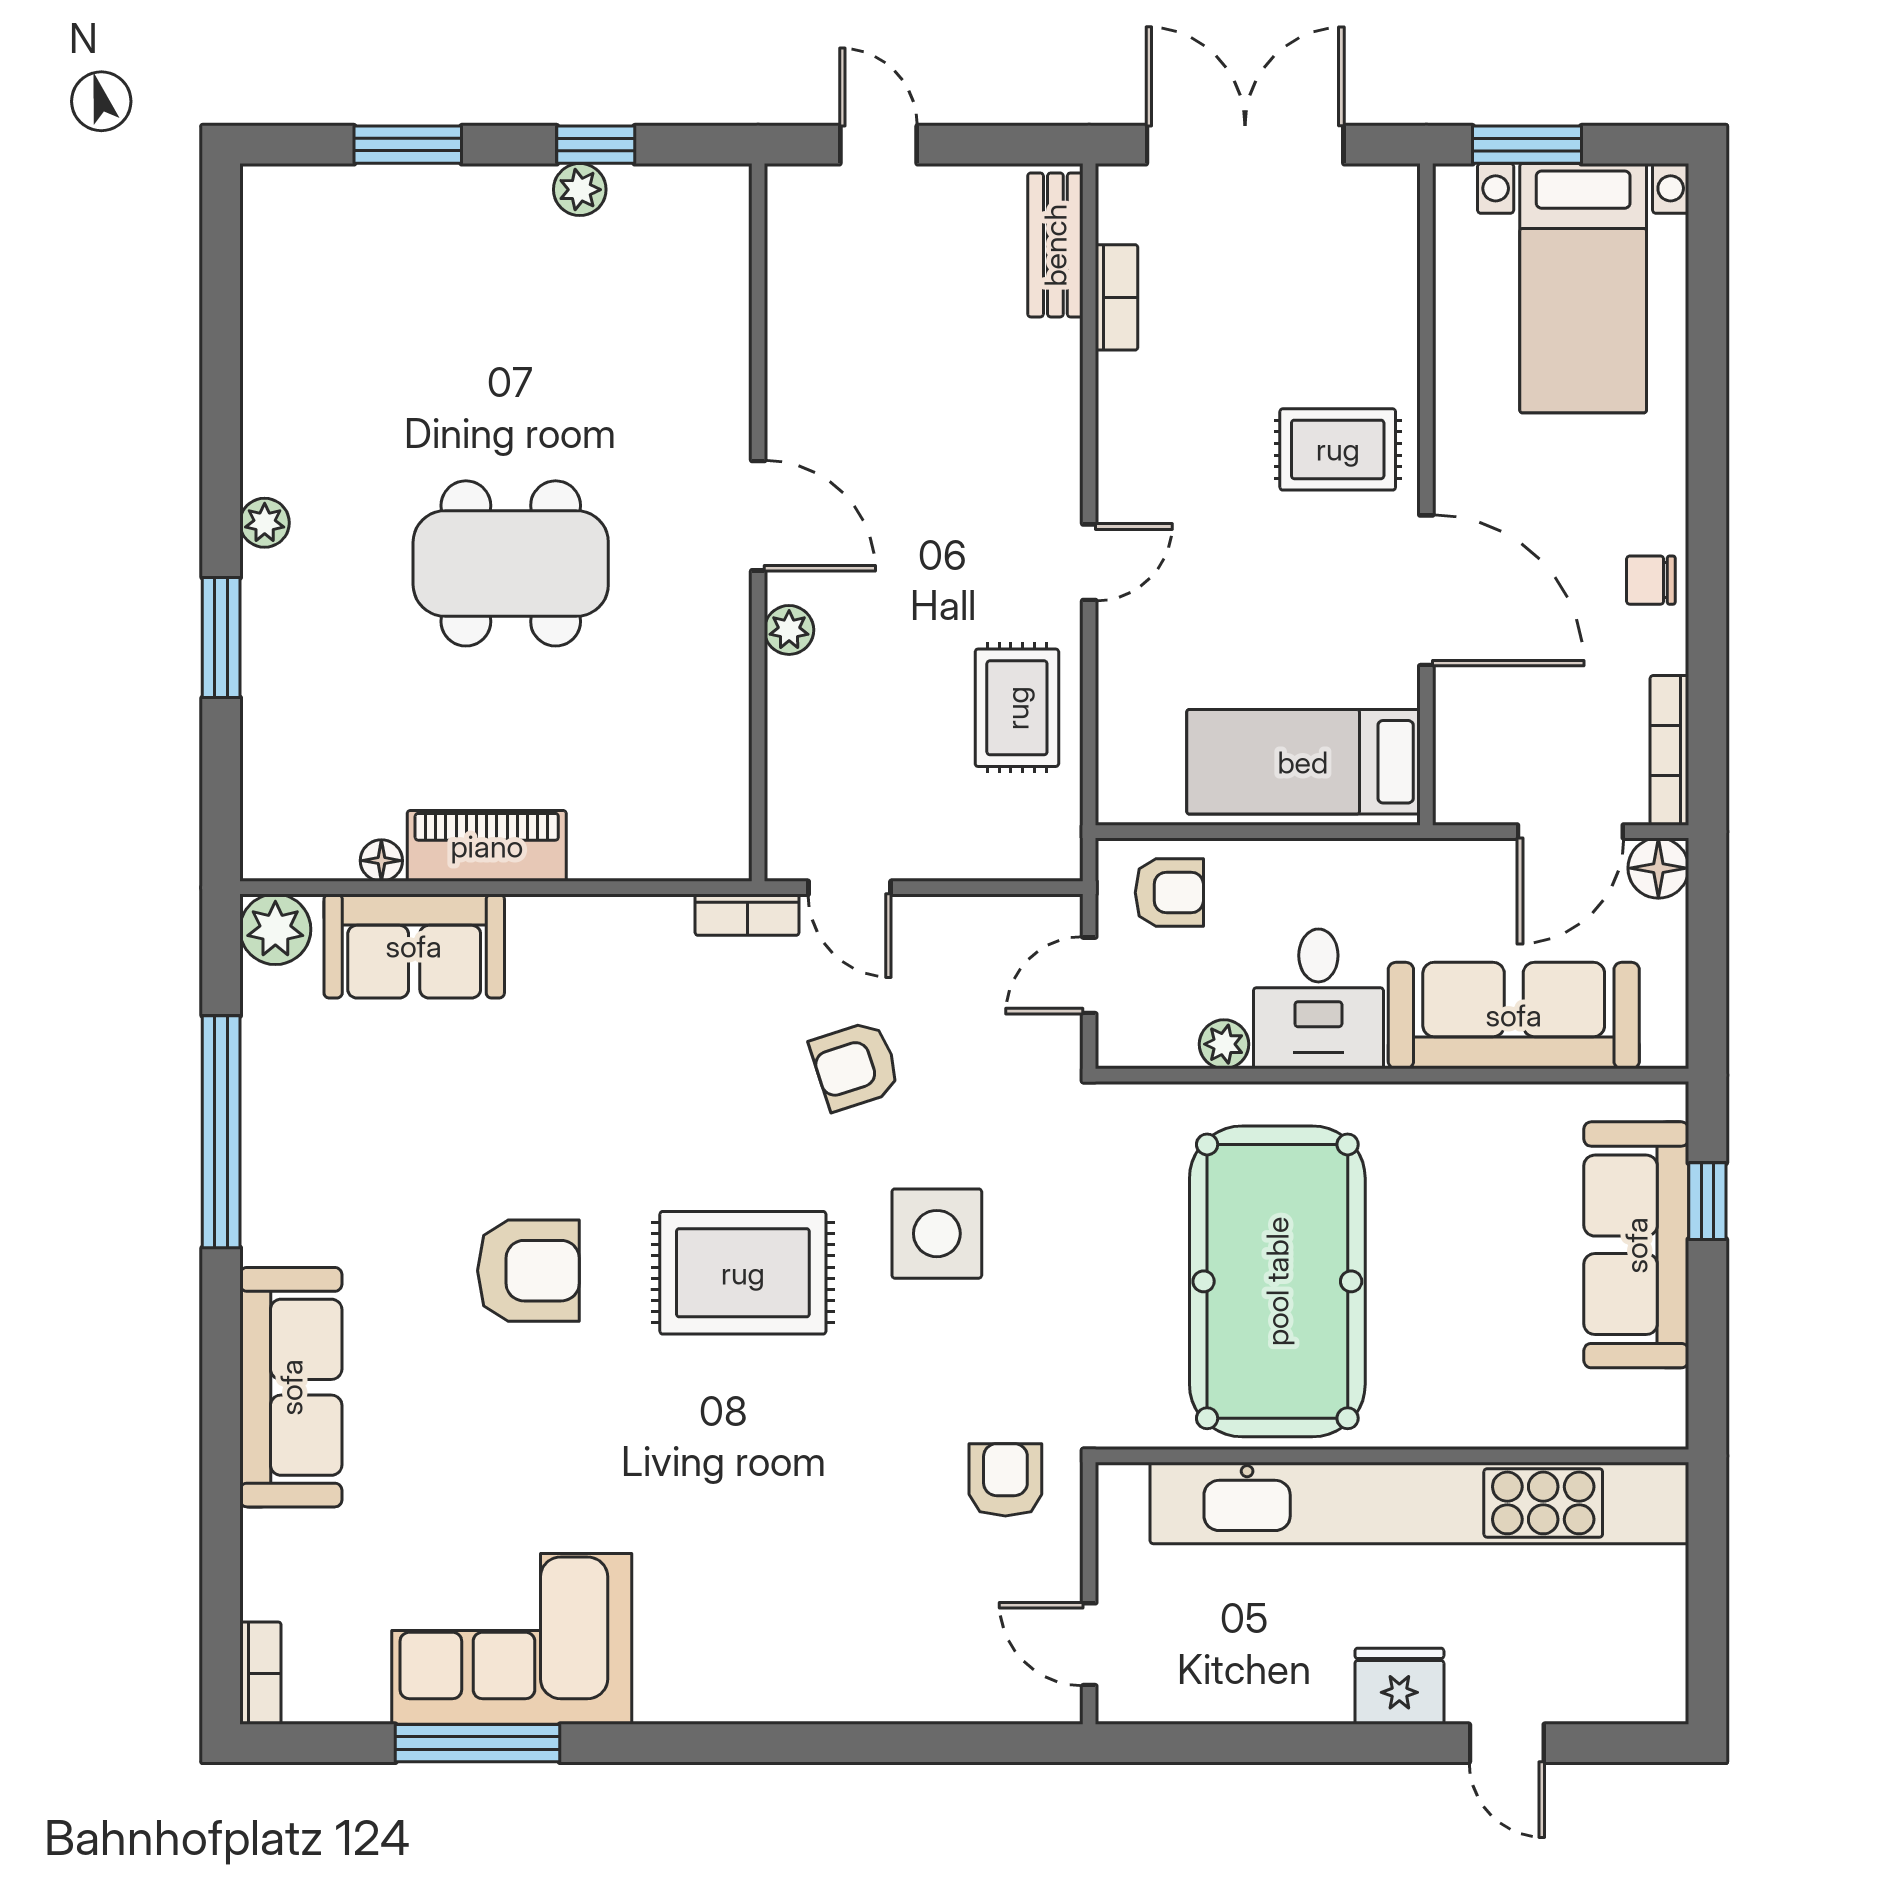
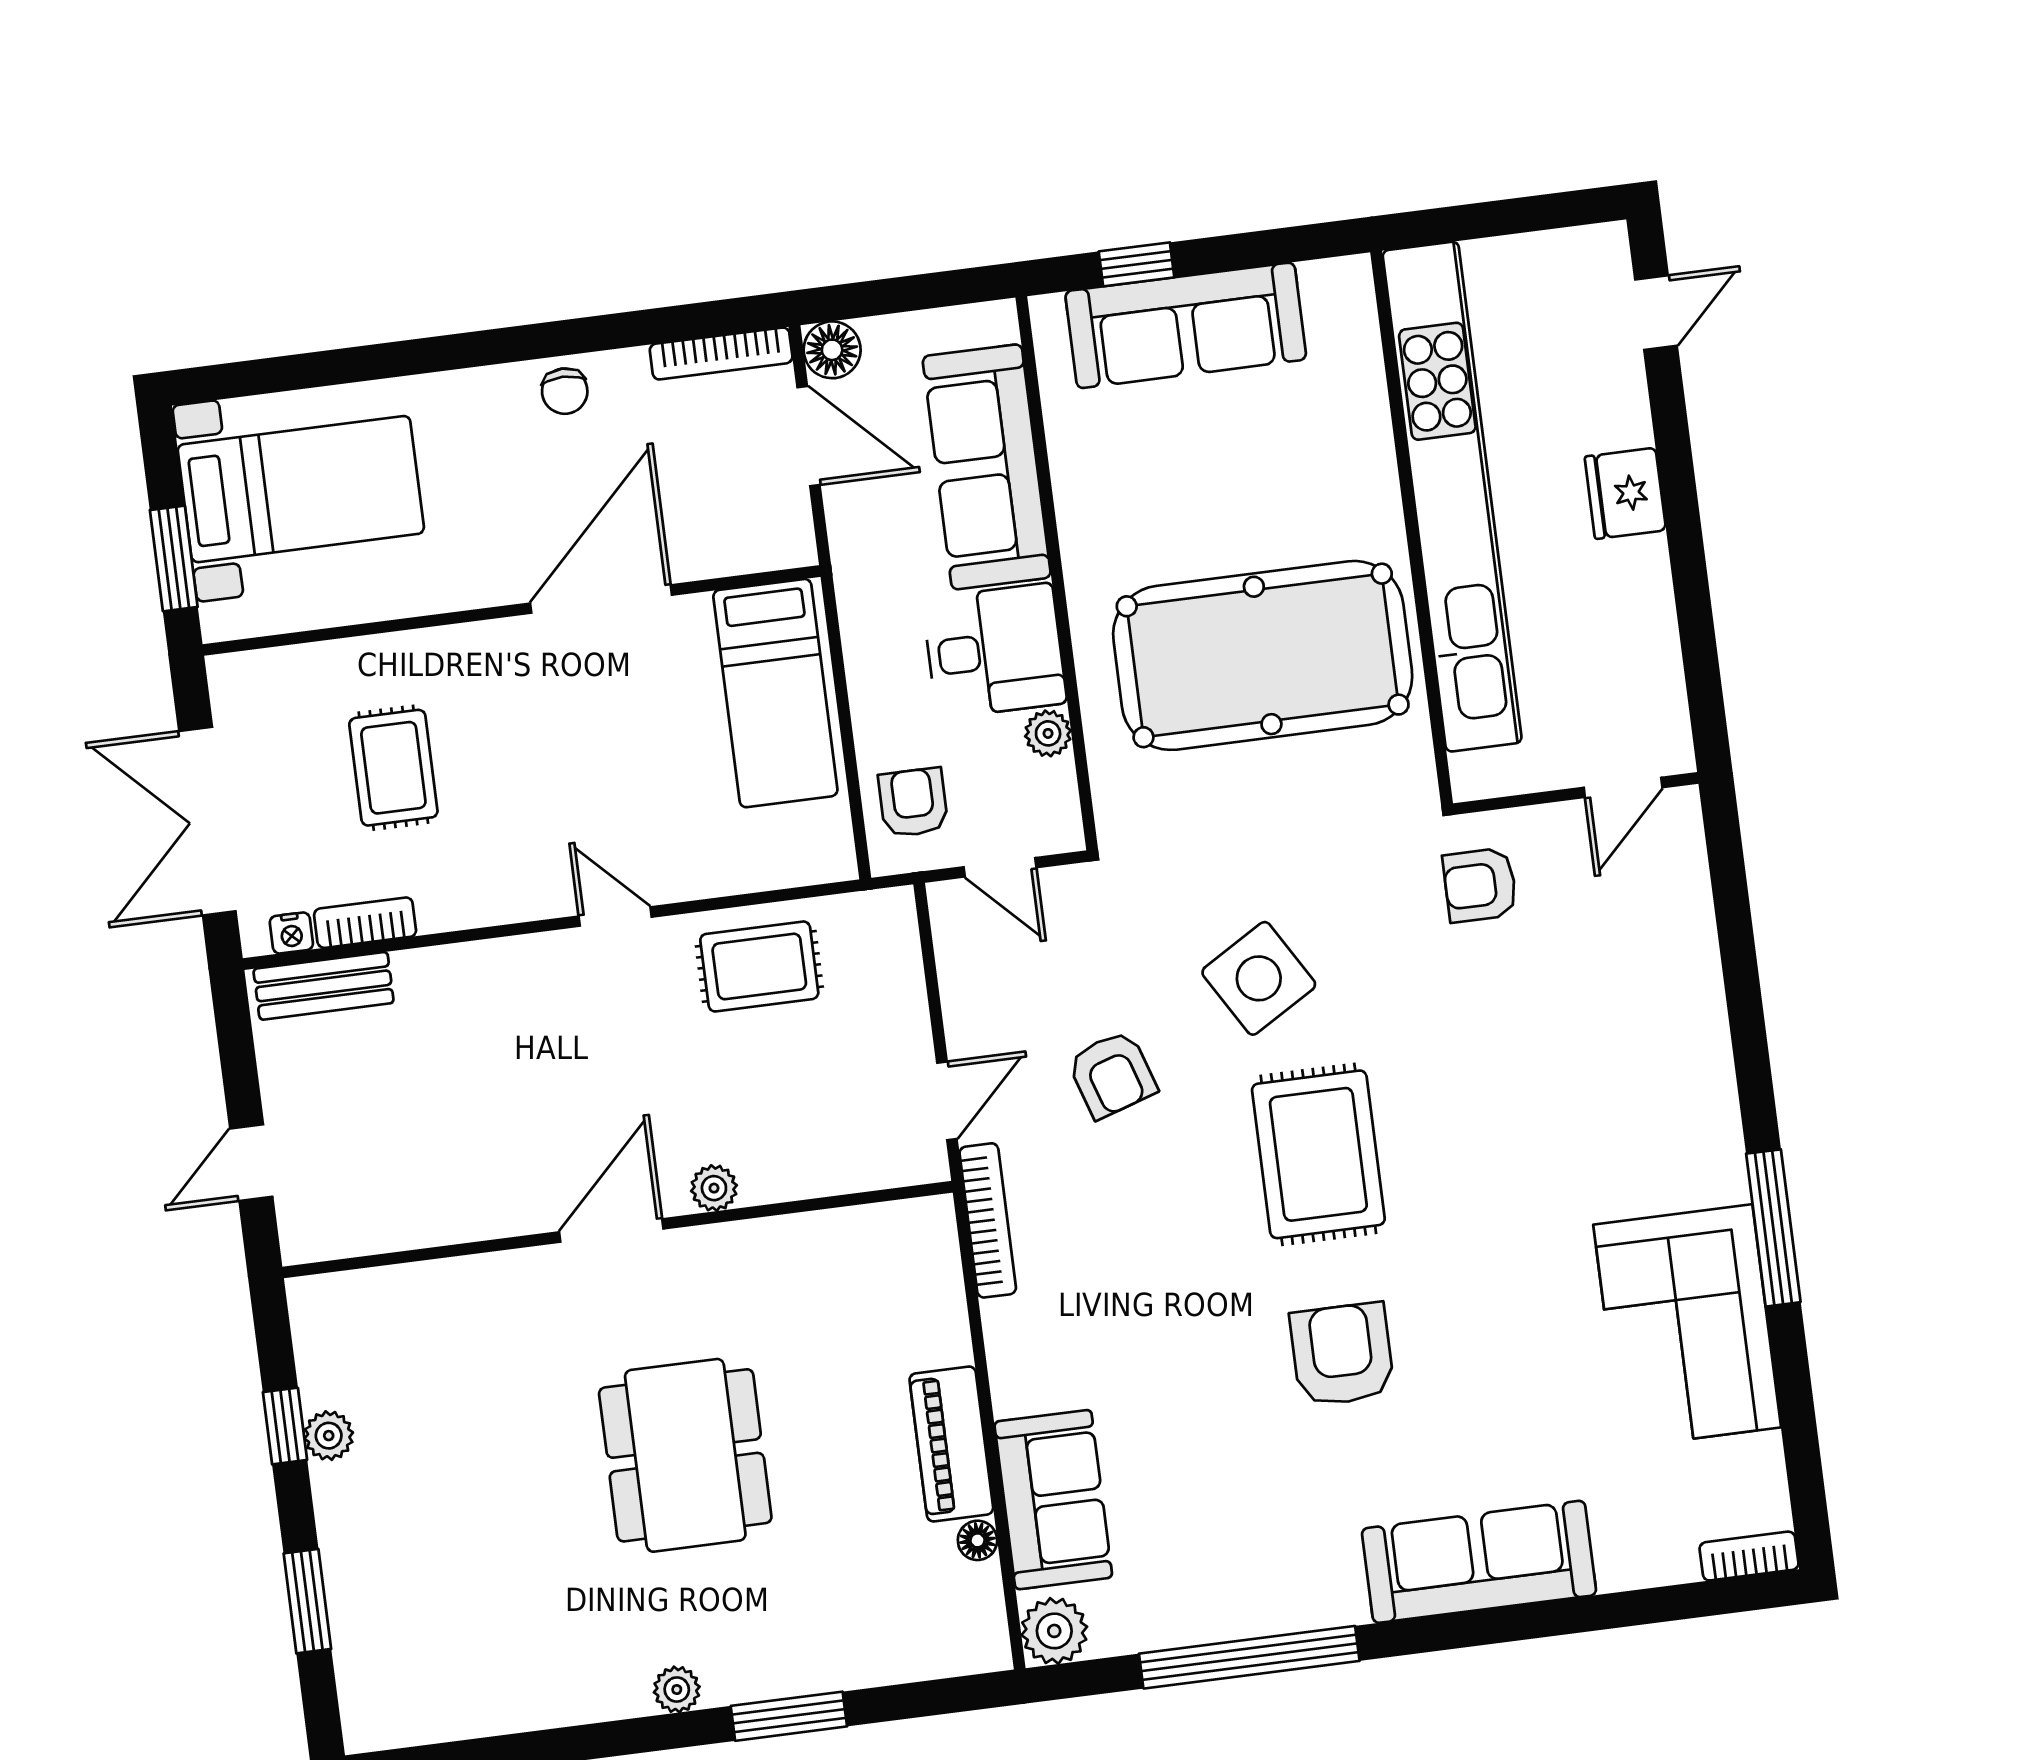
nightstand: (1116, 218) -> (291, 933), added
rug: (1338, 449) -> (393, 768), moved
bookcase: (747, 915) -> (988, 1220), width x1.56
side table: (937, 1234) -> (1259, 978), turned -31
window: (478, 1743) -> (1773, 1228), moved
door: (1507, 1743) -> (1656, 313), moved

